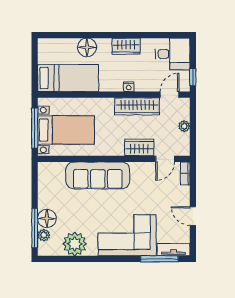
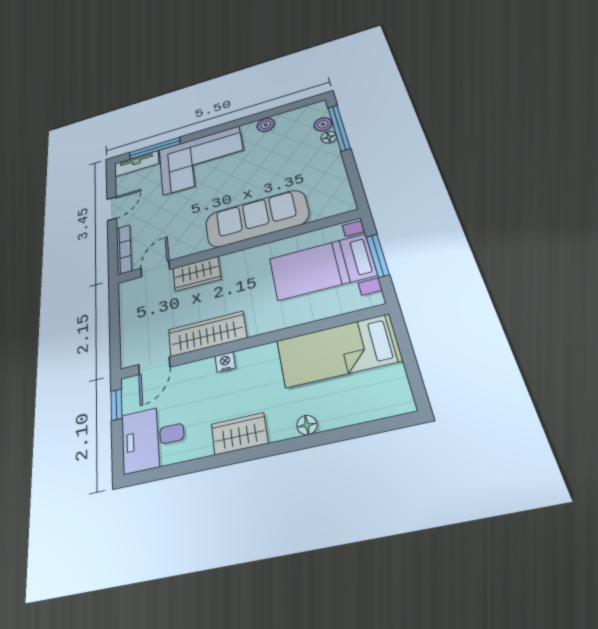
floor lamp: (87, 47) -> (307, 425), width x0.53, depth x0.53
plant: (184, 126) -> (128, 323), removed
window: (35, 128) -> (378, 256), width x0.69
bookcase: (185, 173) -> (124, 249), width x1.56
door: (193, 216) -> (112, 209), hinge flipped
floor lamp: (47, 218) -> (329, 137), width x0.53, depth x0.53
plant: (75, 244) -> (266, 125), width x0.53, depth x0.53

